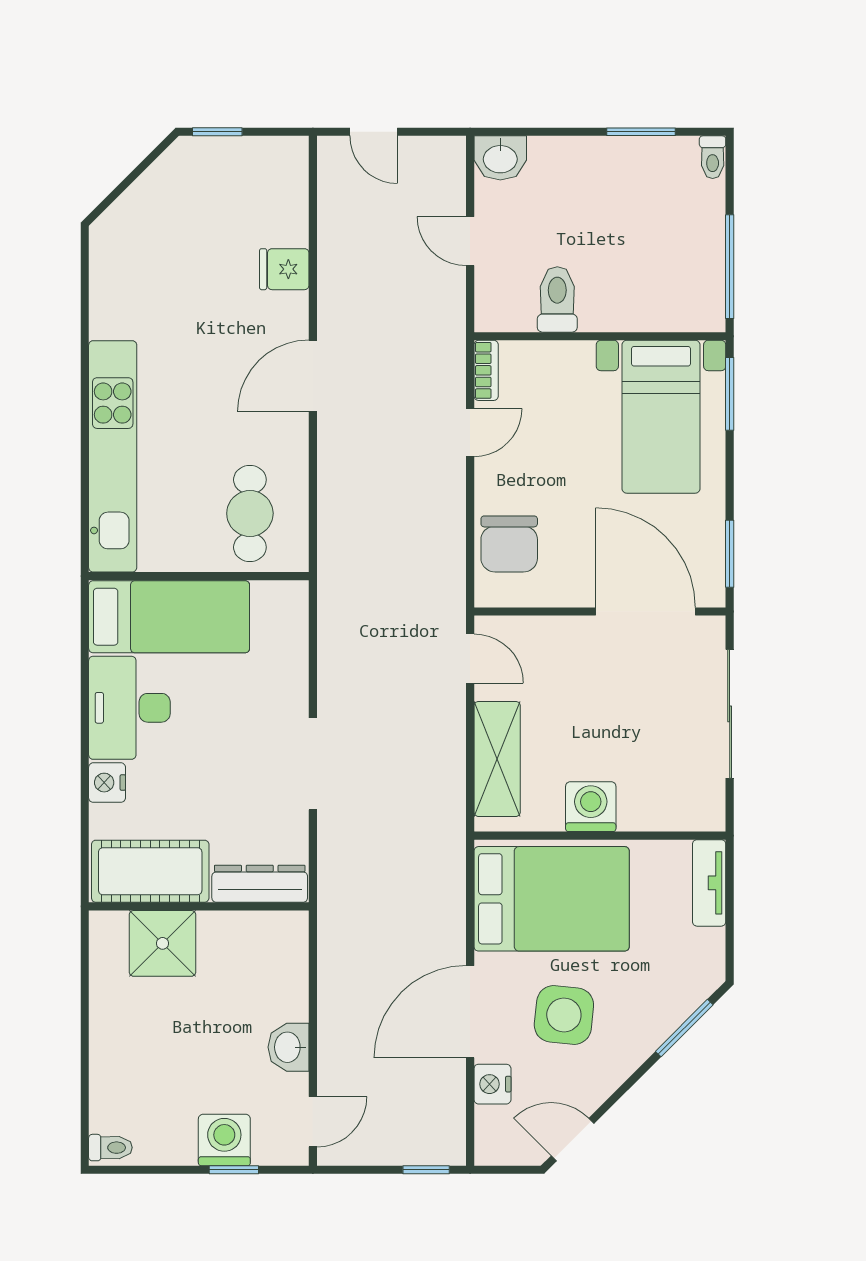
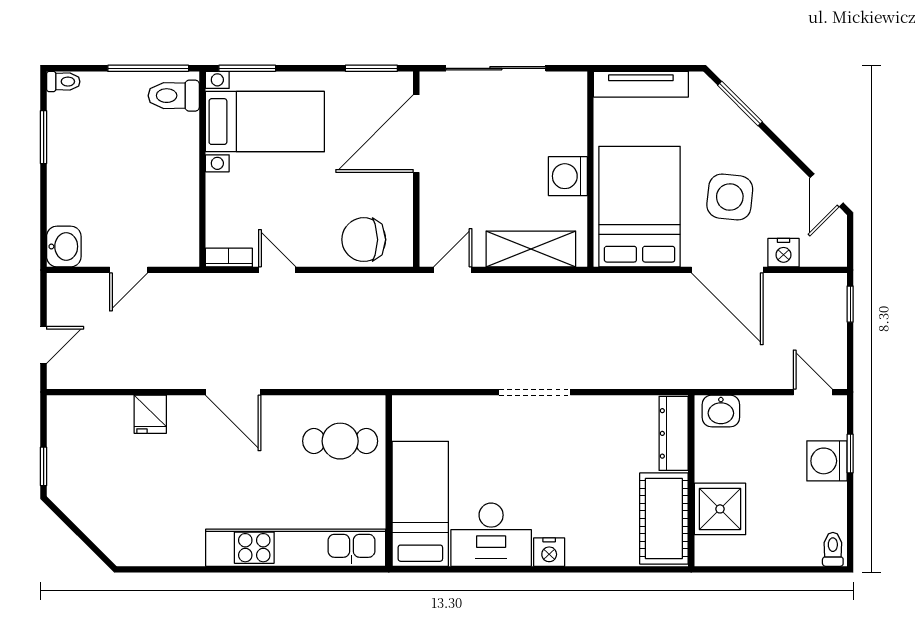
toilet: (557, 299) -> (174, 96), moved
chair: (509, 544) -> (364, 240), turned 180
cot: (150, 871) -> (664, 519), moved
tv unit: (709, 883) -> (641, 84), width x1.41
dresser: (260, 884) -> (674, 433), moved
wall: (199, 906) -> (691, 481), moved
shower: (163, 943) -> (720, 509), moved
washbasin: (289, 1047) -> (721, 411), moved

